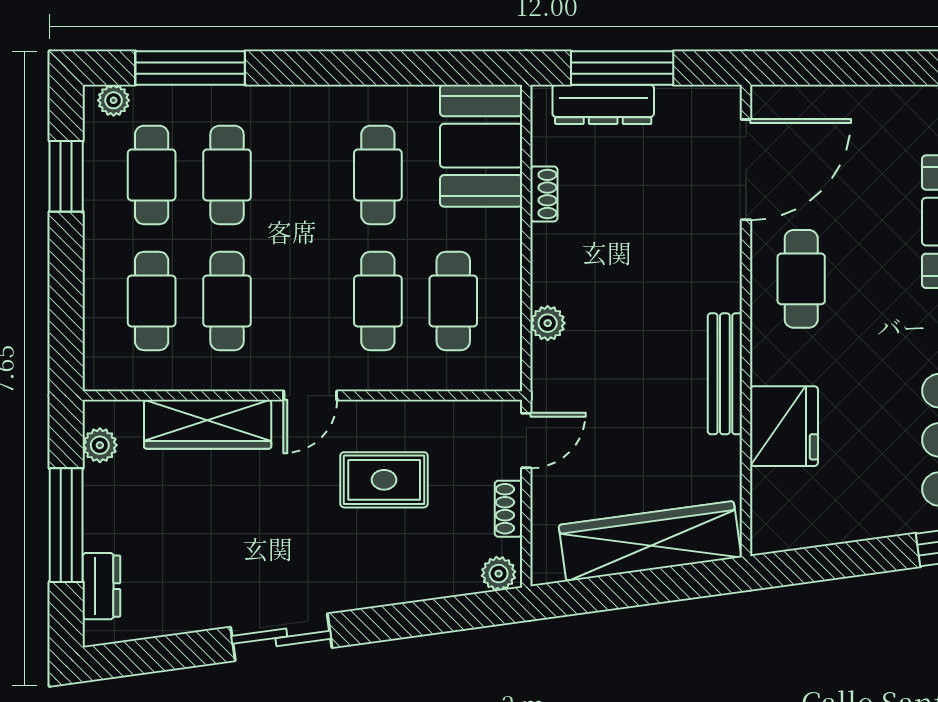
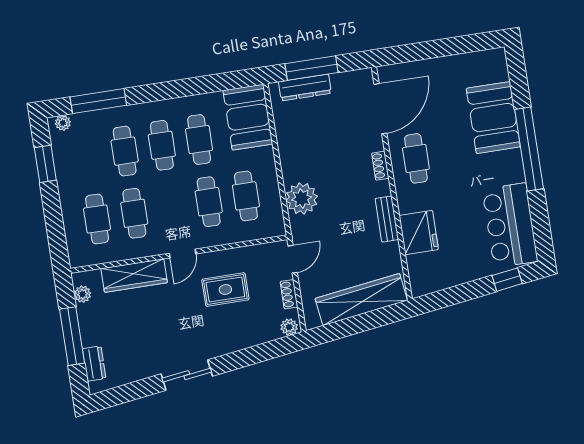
cafe table: (152, 175) -> (162, 145), moved
shoe rack: (544, 194) -> (380, 166), moved, turned 180
plant: (548, 323) -> (302, 199), width x1.88, depth x1.88
bench: (725, 374) -> (387, 219), width x0.73

